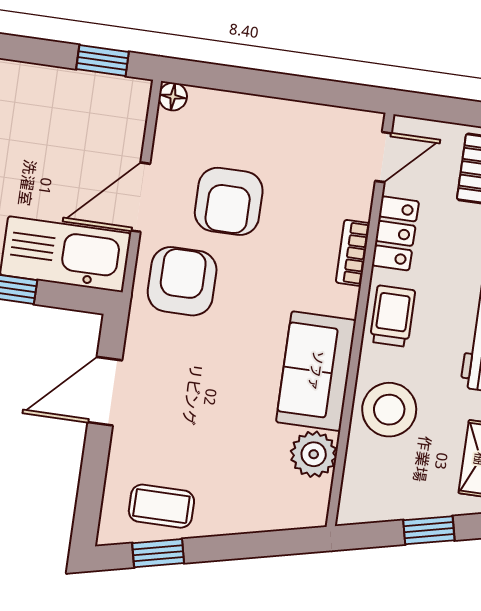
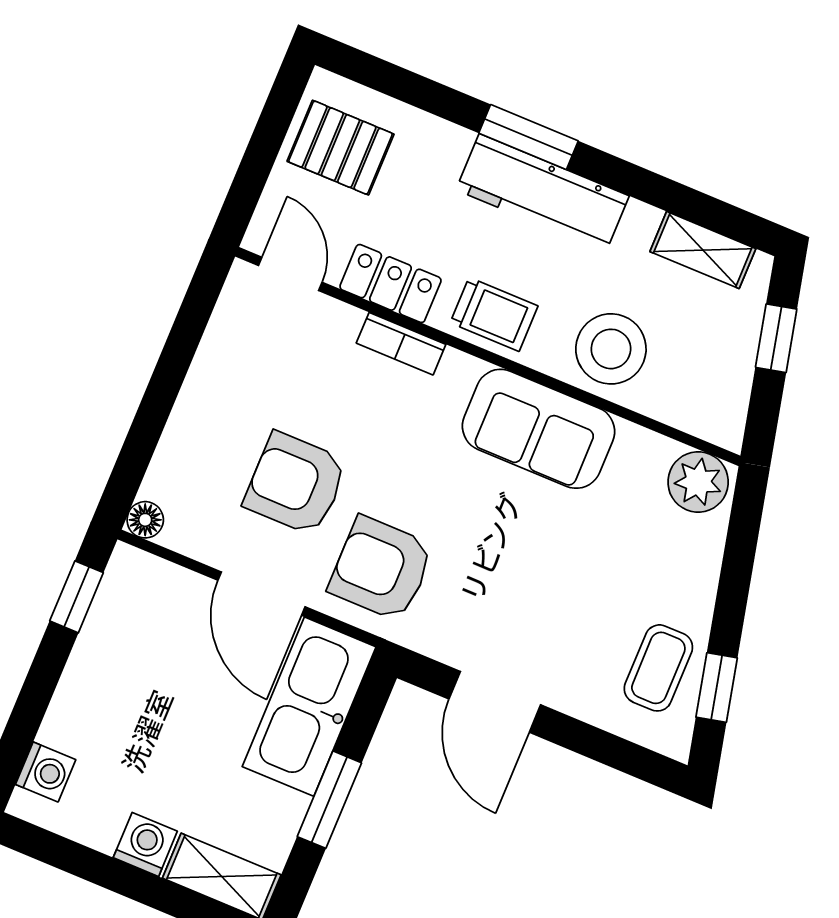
armchair: (229, 201) -> (296, 484), turned 180
trolley: (392, 316) -> (494, 314), turned 180
plant: (314, 454) -> (698, 482), moved

